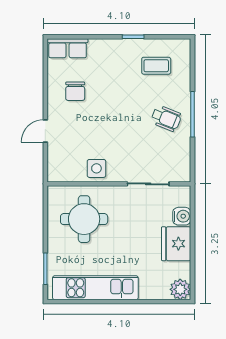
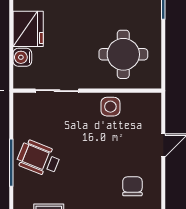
wheelchair: (166, 118) -> (39, 158), width x1.36, depth x1.37

